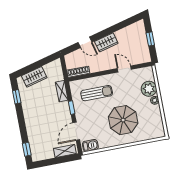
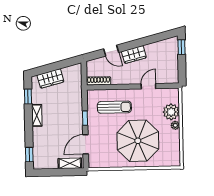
window: (150, 39) -> (181, 47), moved
door: (124, 69) -> (148, 86), hinge flipped
shelving: (62, 91) -> (37, 115), moved
parasol: (123, 120) -> (138, 141), width x1.36, depth x1.36
barbecue: (90, 146) -> (98, 162), removed

